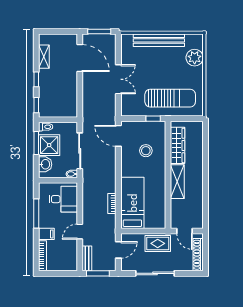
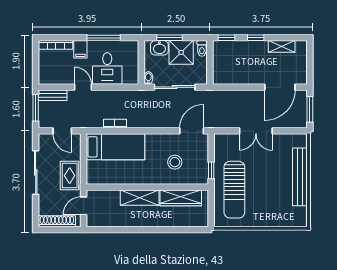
plant: (195, 58) -> (280, 217), removed
window: (36, 143) -> (170, 38), moved
desk: (63, 199) -> (107, 68), moved

